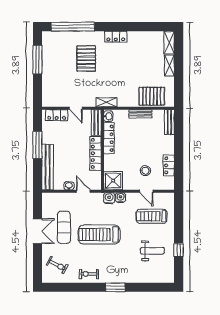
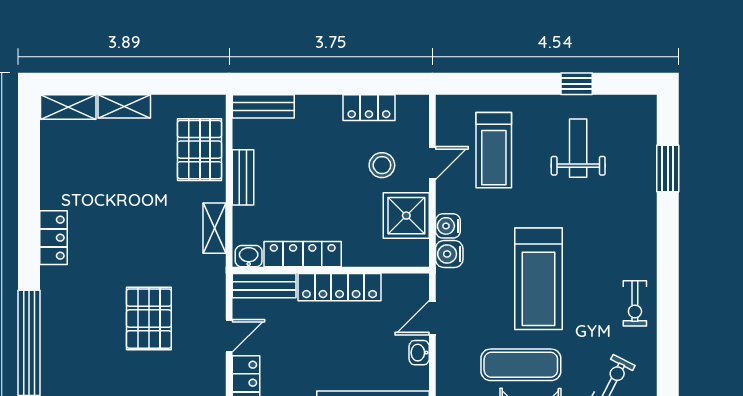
pallet: (86, 58) -> (149, 319), moved, turned 90
shelving: (106, 102) -> (214, 228), moved
shower: (113, 181) -> (406, 216), moved
window: (115, 287) -> (668, 169), moved

